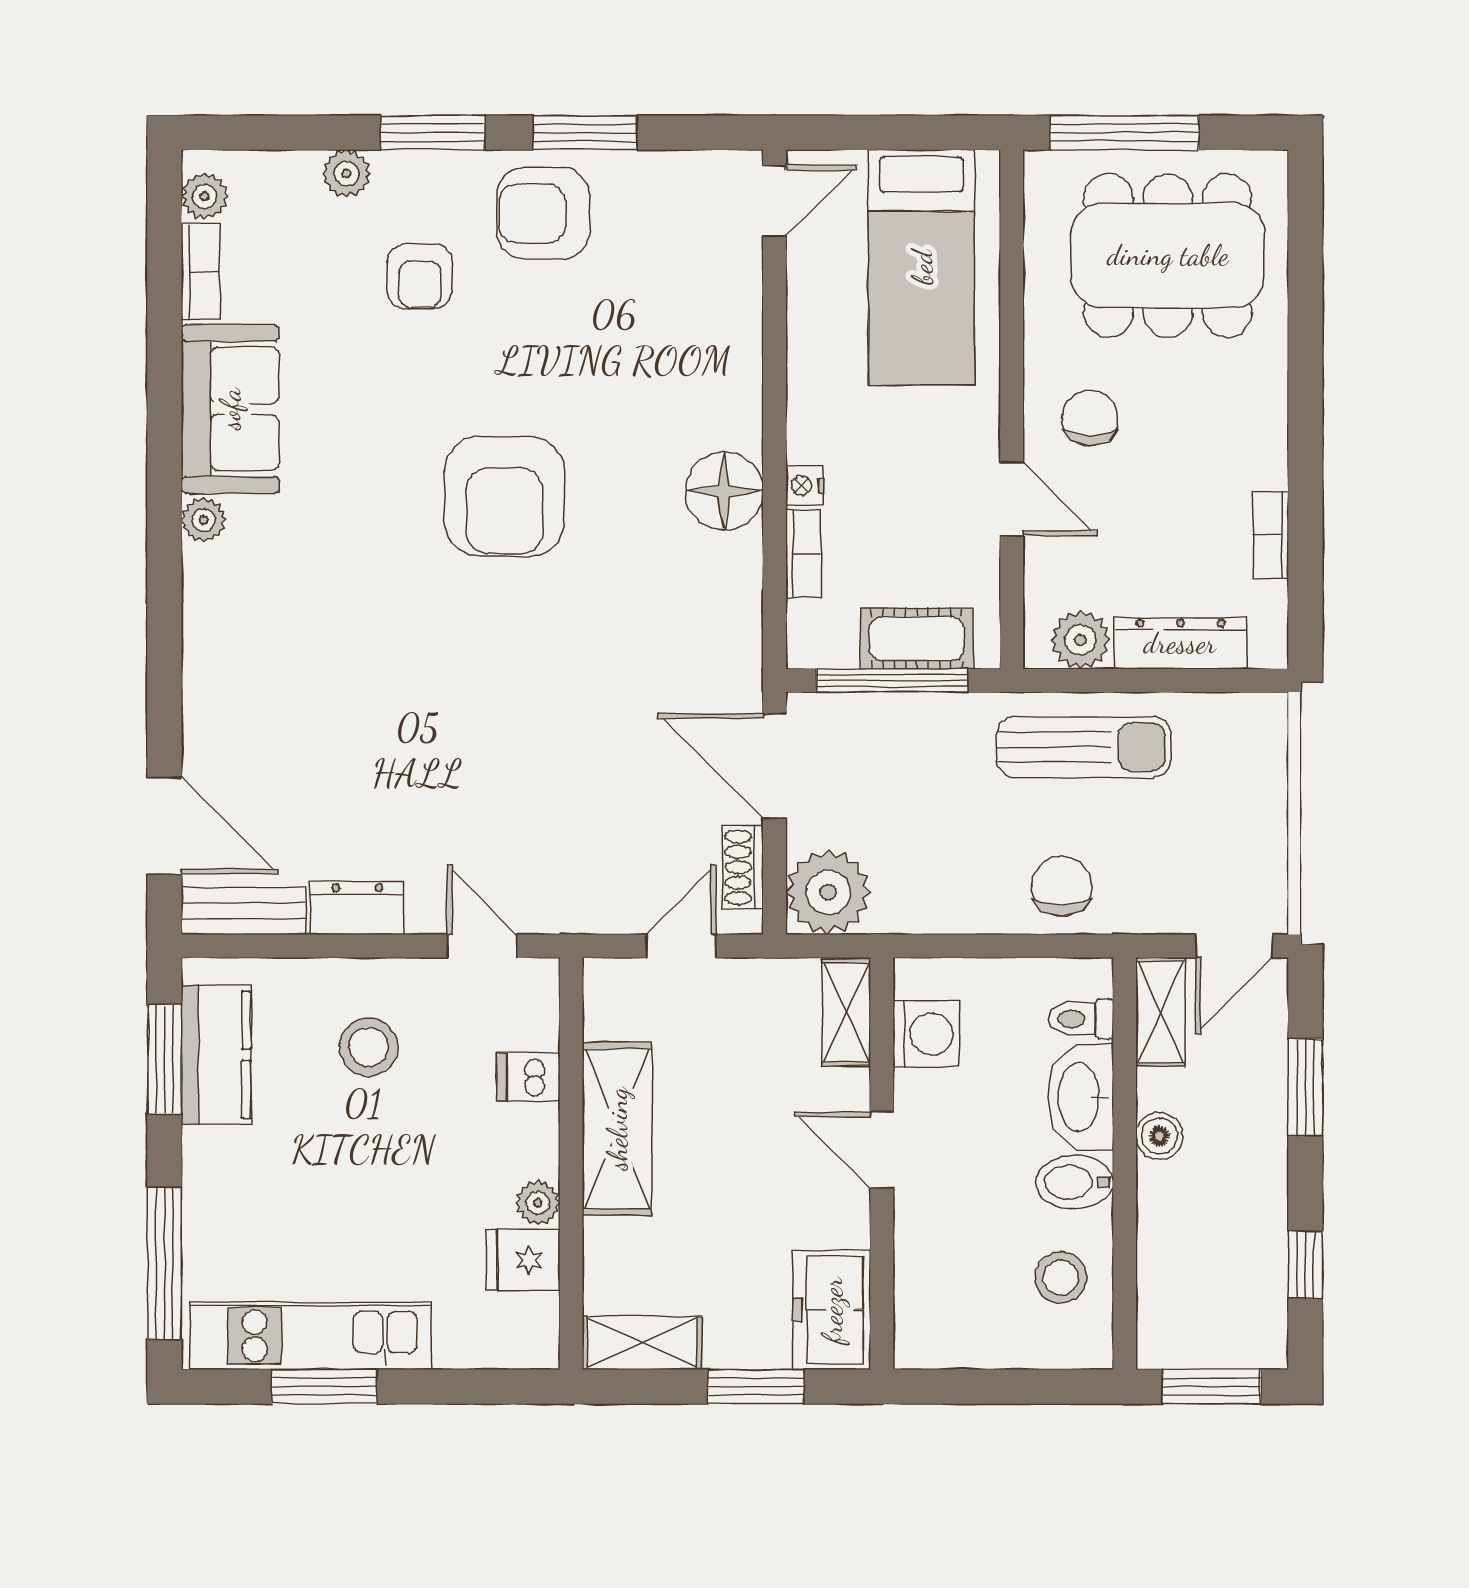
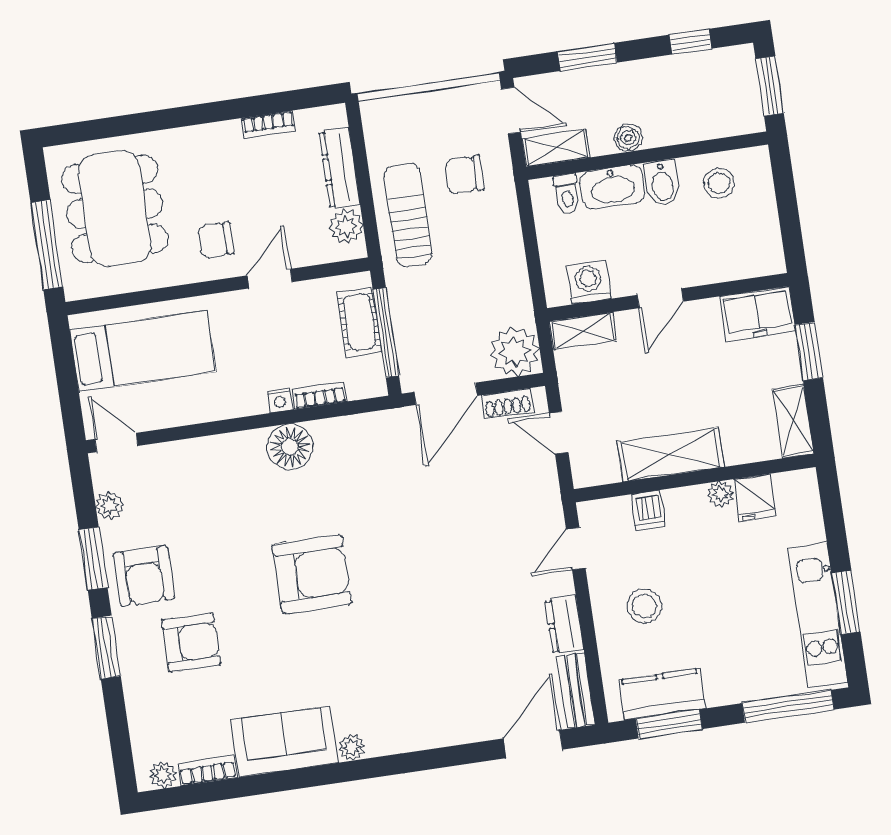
plant: (347, 174) -> (110, 505), moved
armchair: (420, 276) -> (191, 643), width x1.38, depth x1.38
chair: (1062, 886) -> (465, 175), moved

